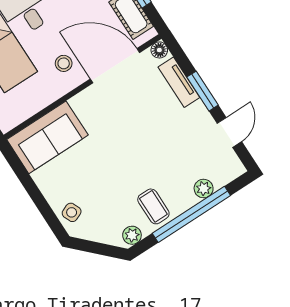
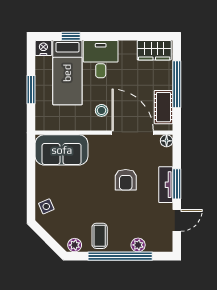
tv unit: (179, 82) -> (166, 185), moved
armchair: (142, 124) -> (126, 180), added

